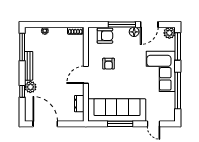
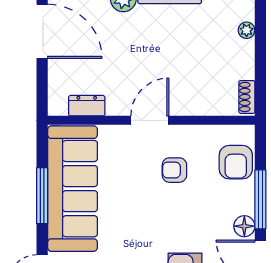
door: (86, 75) -> (150, 120), hinge flipped
door: (45, 124) -> (42, 31), hinge flipped

